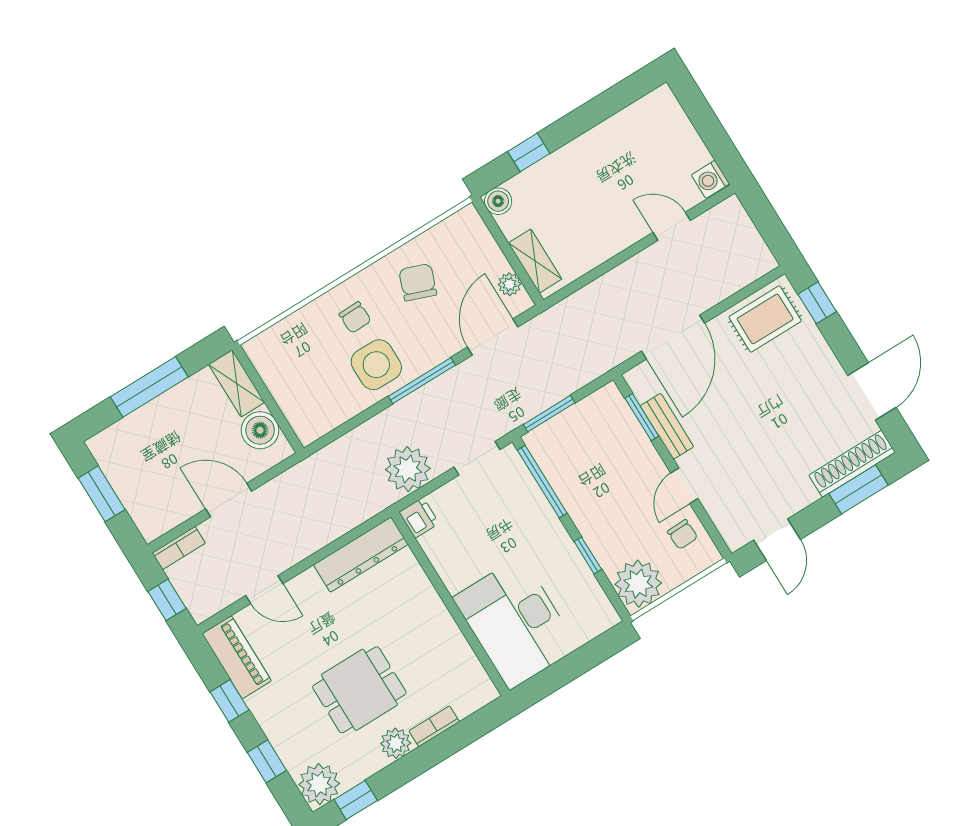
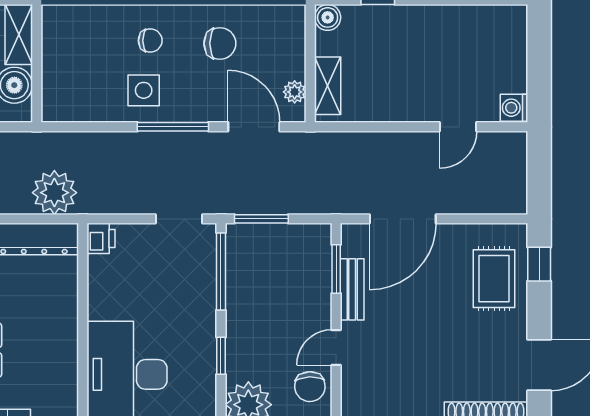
door: (672, 226) -> (458, 127), swing flipped
chair: (418, 282) -> (220, 43), turned 70
chair: (355, 317) -> (150, 41), turned -89
rug: (765, 319) -> (494, 279), moved, turned 90
door: (493, 337) -> (254, 127), hinge flipped
side table: (376, 365) -> (144, 90), width x0.73, depth x0.73
plant: (408, 469) -> (54, 193), moved
chair: (682, 534) -> (310, 387), width x1.37, depth x1.37

